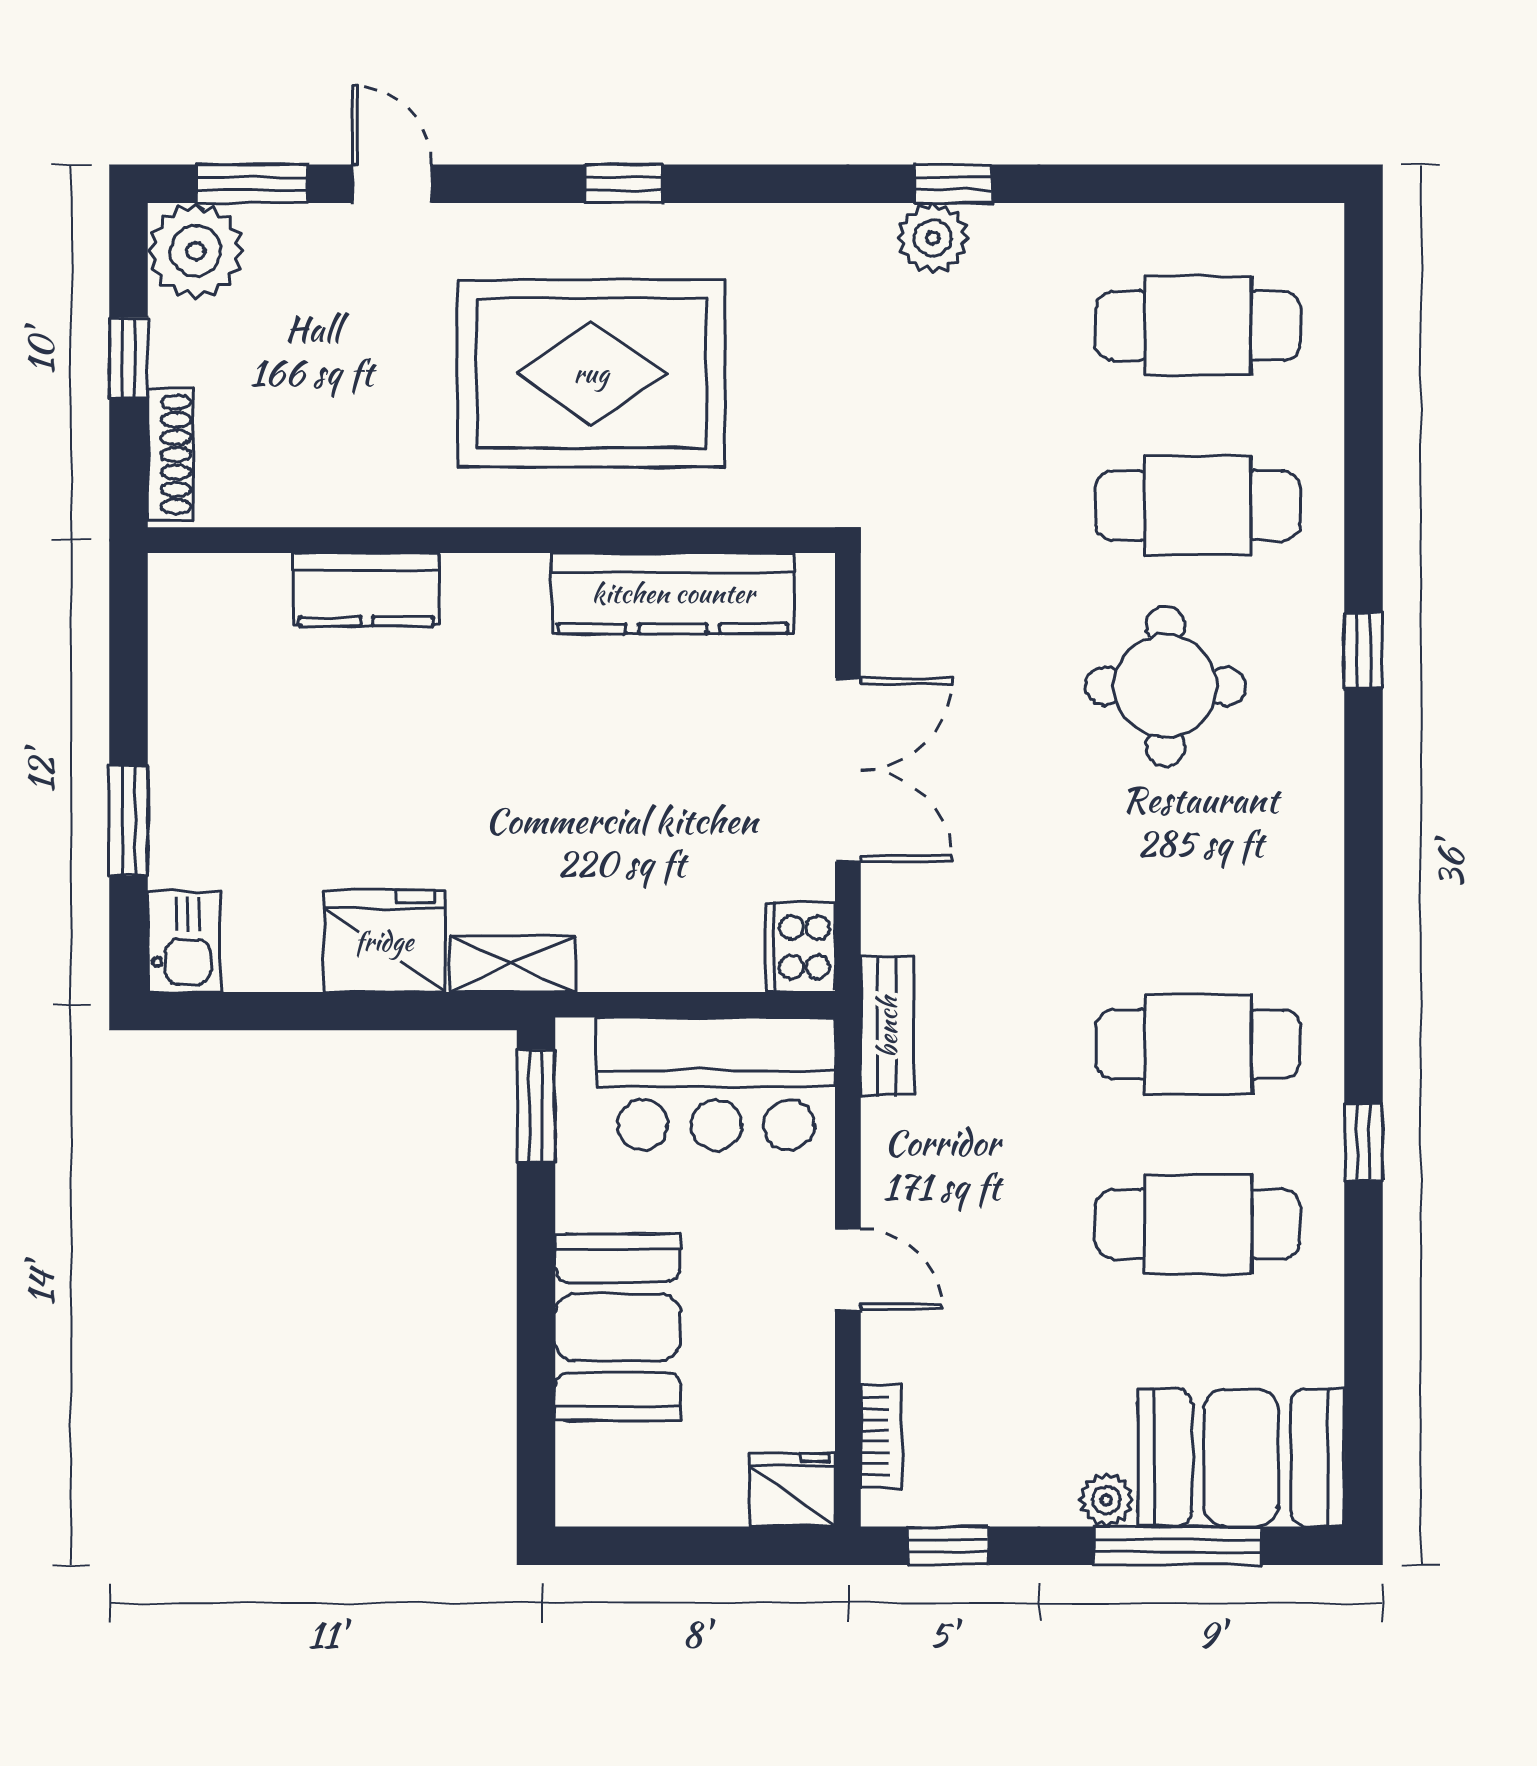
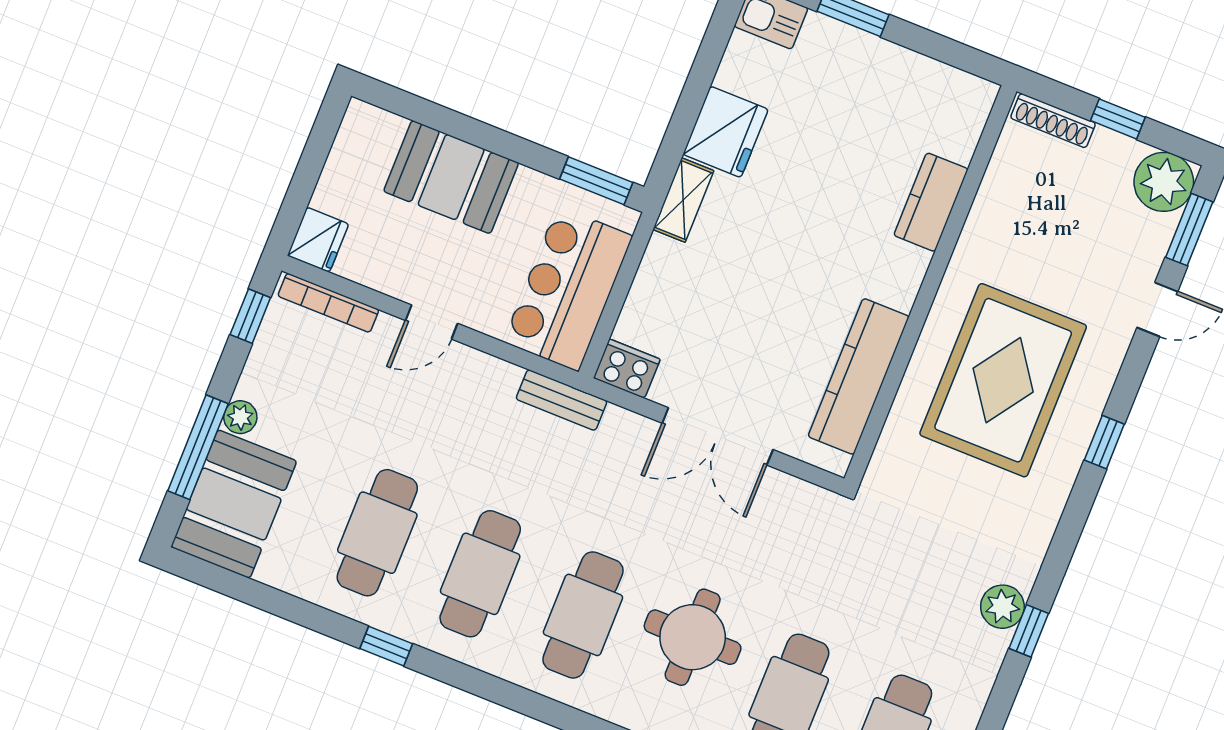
cafe table: (1198, 865) -> (583, 615), added
bookcase: (881, 1436) -> (328, 303), width x1.56

